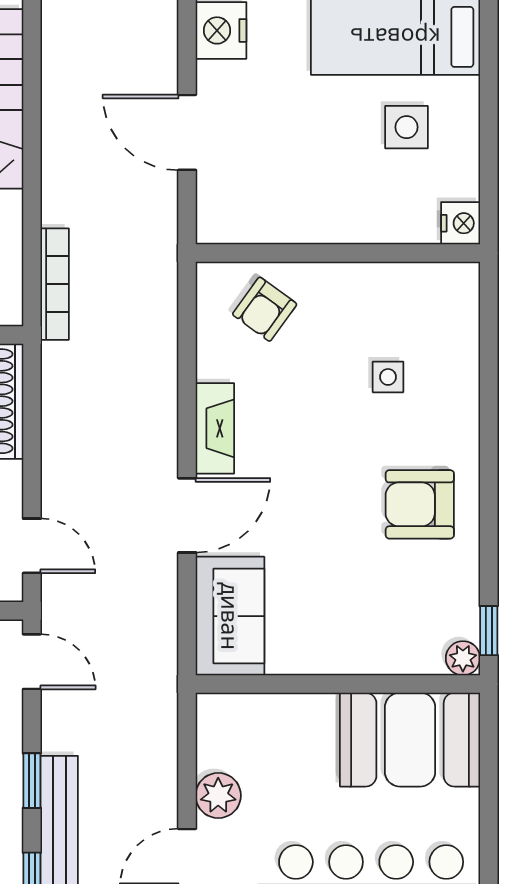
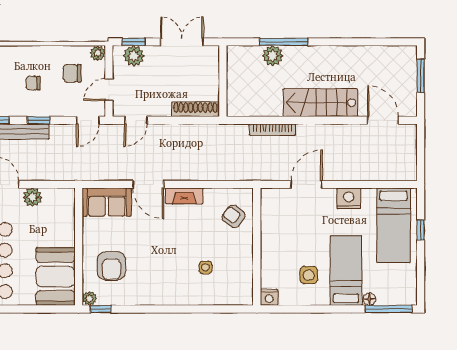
bookcase: (55, 284) -> (272, 130), moved
armchair: (420, 504) -> (111, 266), moved, turned 180

